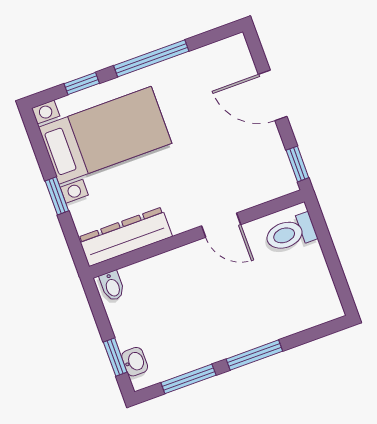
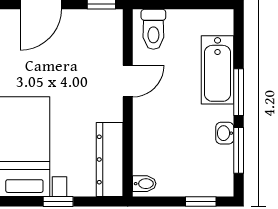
bathtub: (271, 322) -> (218, 70), added
washbasin: (135, 362) -> (225, 133), moved, turned -90

